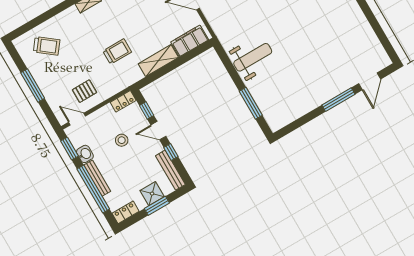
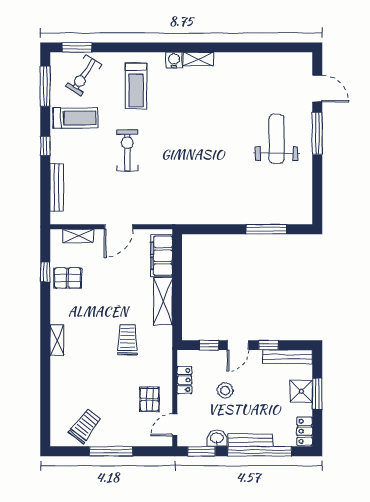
trolley: (47, 46) -> (85, 426), moved
weight bench: (253, 57) -> (277, 139), moved
locker: (123, 101) -> (184, 380), moved

